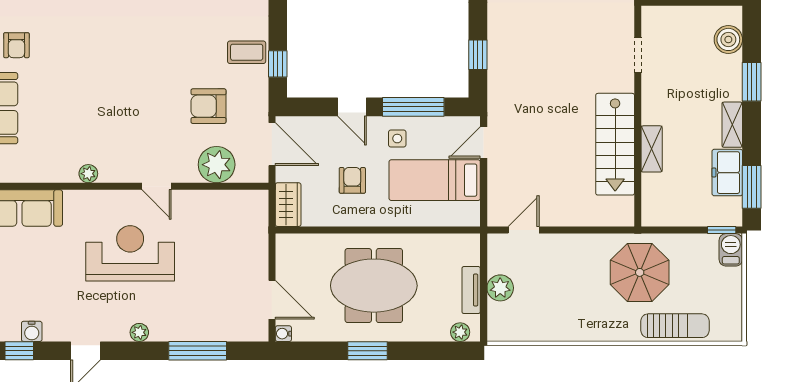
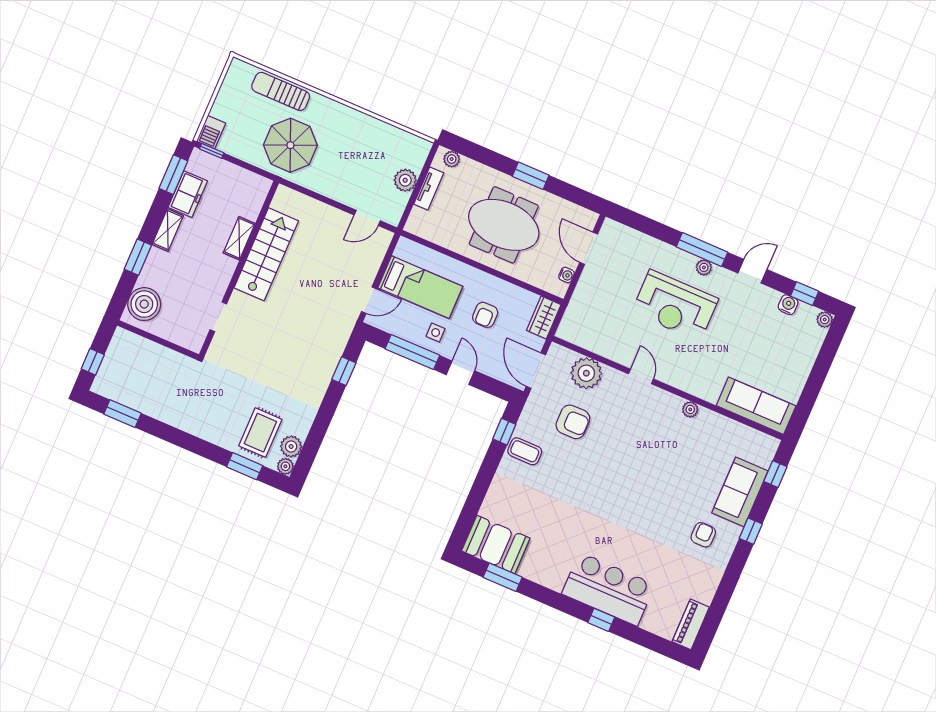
boiler: (728, 39) -> (144, 304), width x1.37, depth x1.37
reception desk: (130, 253) -> (675, 305), moved
water cooler: (283, 334) -> (566, 275), moved
window: (198, 351) -> (702, 250), moved

